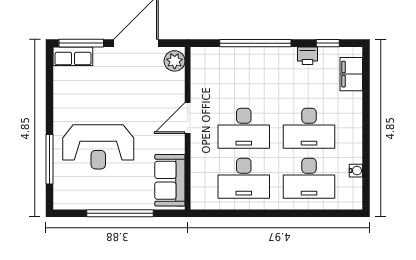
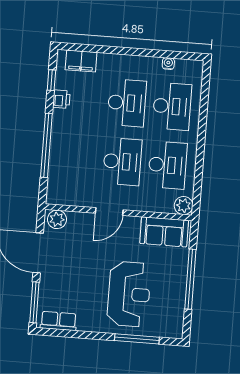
row of seats: (73, 56) -> (59, 321), moved, turned -90
door: (188, 118) -> (109, 212), hinge flipped
plant: (201, 199) -> (184, 206), added

